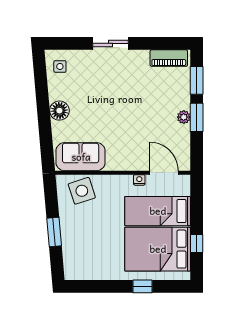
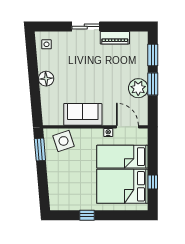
piano: (169, 58) -> (115, 38), moved
plant: (184, 117) -> (138, 88), width x1.88, depth x1.88
sofa: (81, 157) -> (83, 114), moved
window: (54, 232) -> (40, 150), moved
window: (143, 286) -> (87, 215), moved

